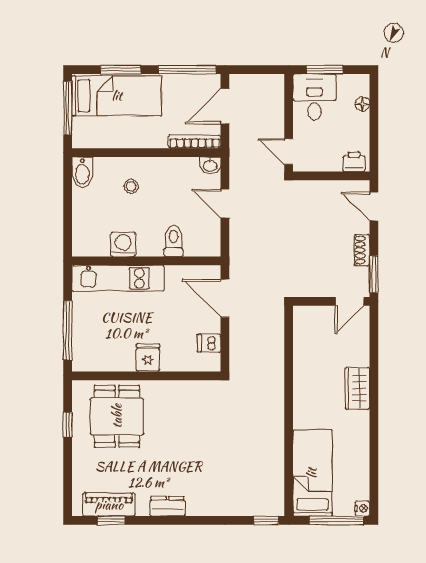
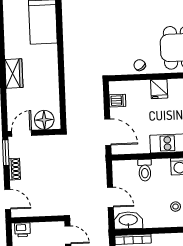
washbasin: (210, 165) -> (128, 220), width x1.91, depth x1.45
floor lamp: (316, 320) -> (44, 120), added
chair: (175, 393) -> (140, 65), added

